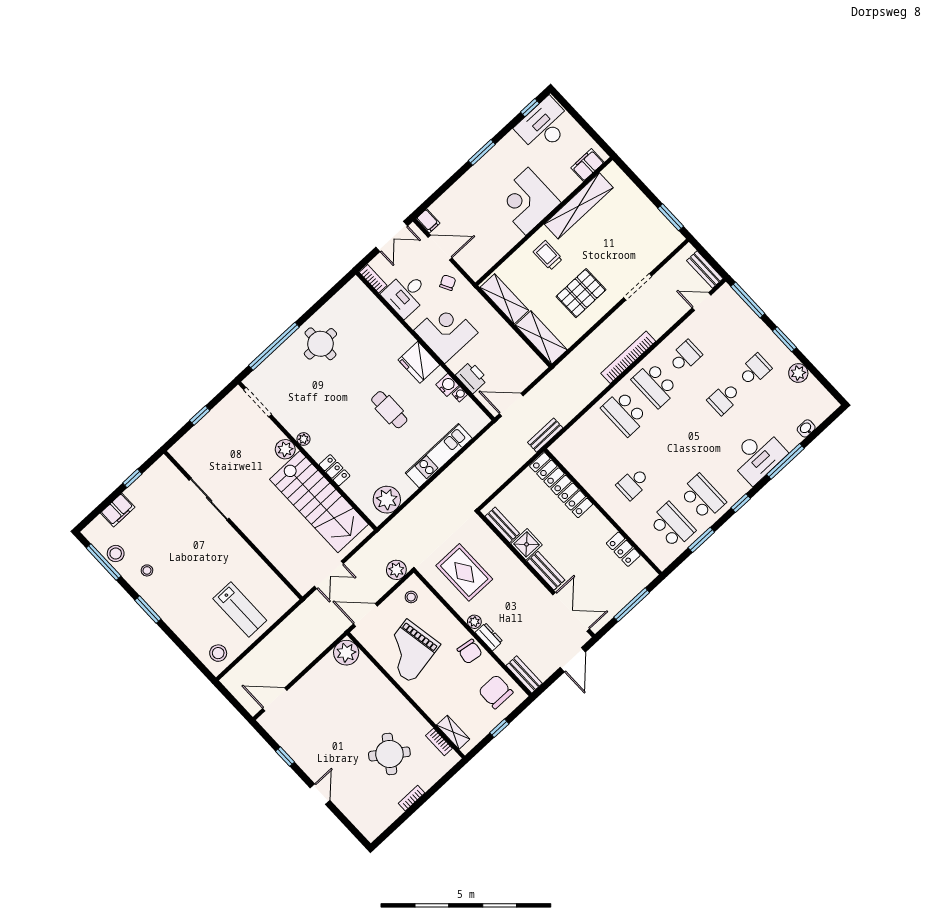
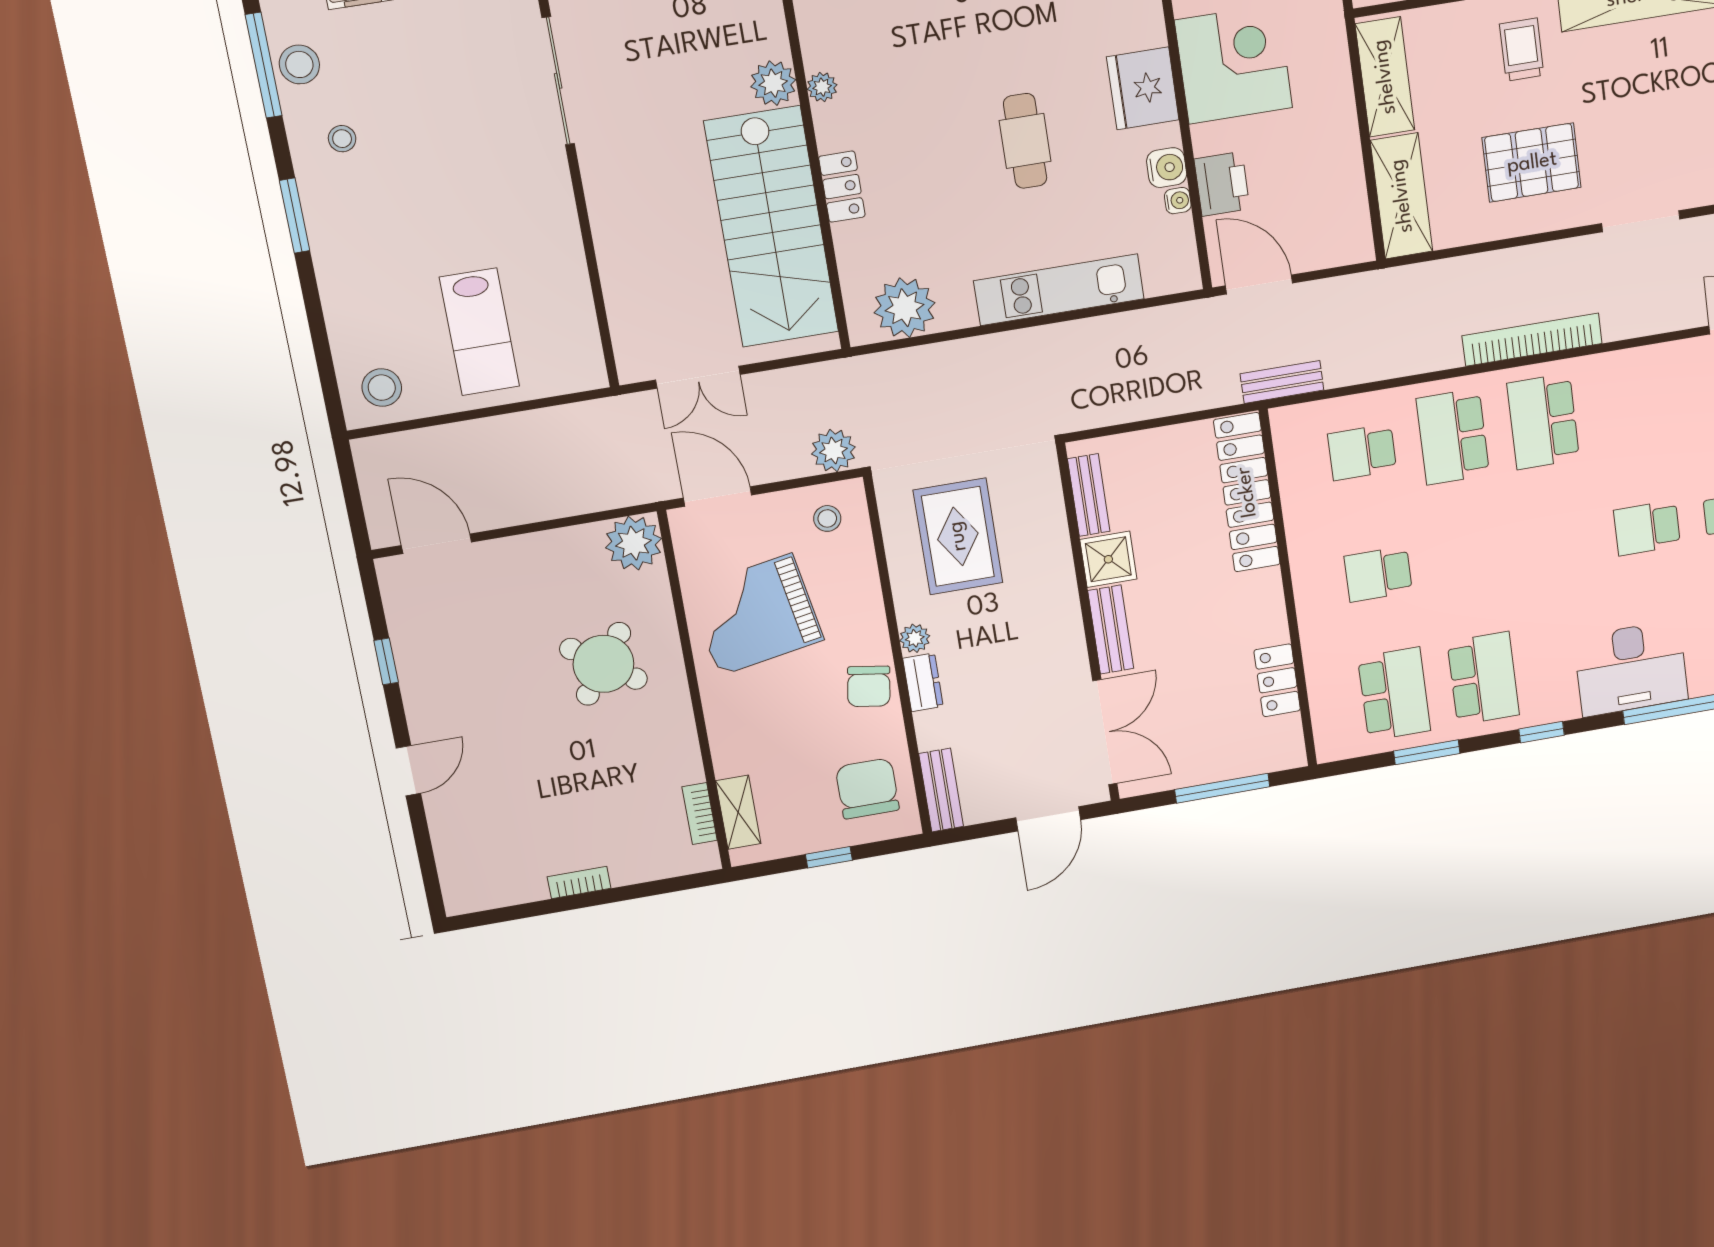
school desk: (685, 356) -> (1362, 452), moved, turned 180
round table: (389, 754) -> (603, 664), moved

